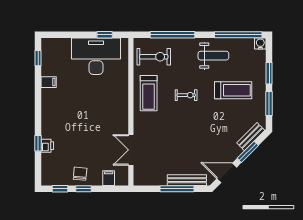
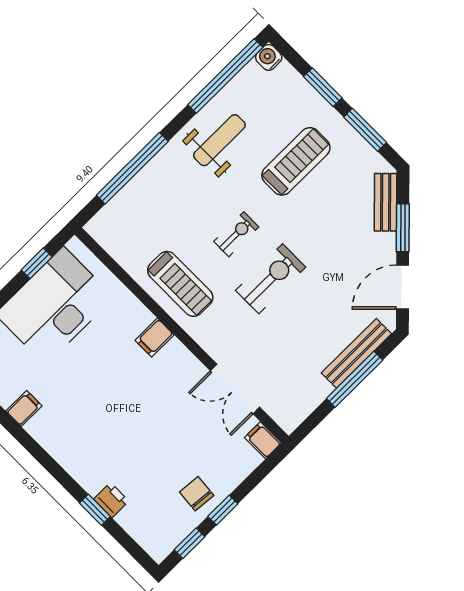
exercise bike: (154, 57) -> (271, 279), moved
filing cabinet: (120, 103) -> (154, 338), added
filing cabinet: (109, 178) -> (263, 440), moved

